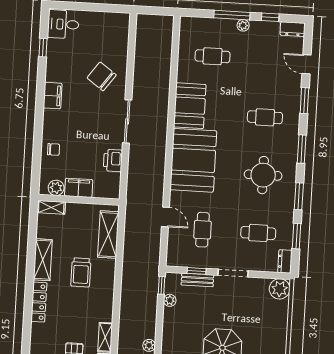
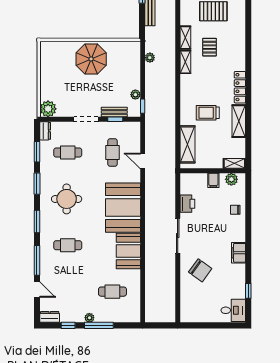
window: (304, 101) -> (37, 260), width x1.44
filing cabinet: (79, 188) -> (213, 180), width x0.50
trolley: (81, 272) -> (208, 113), turned -90

